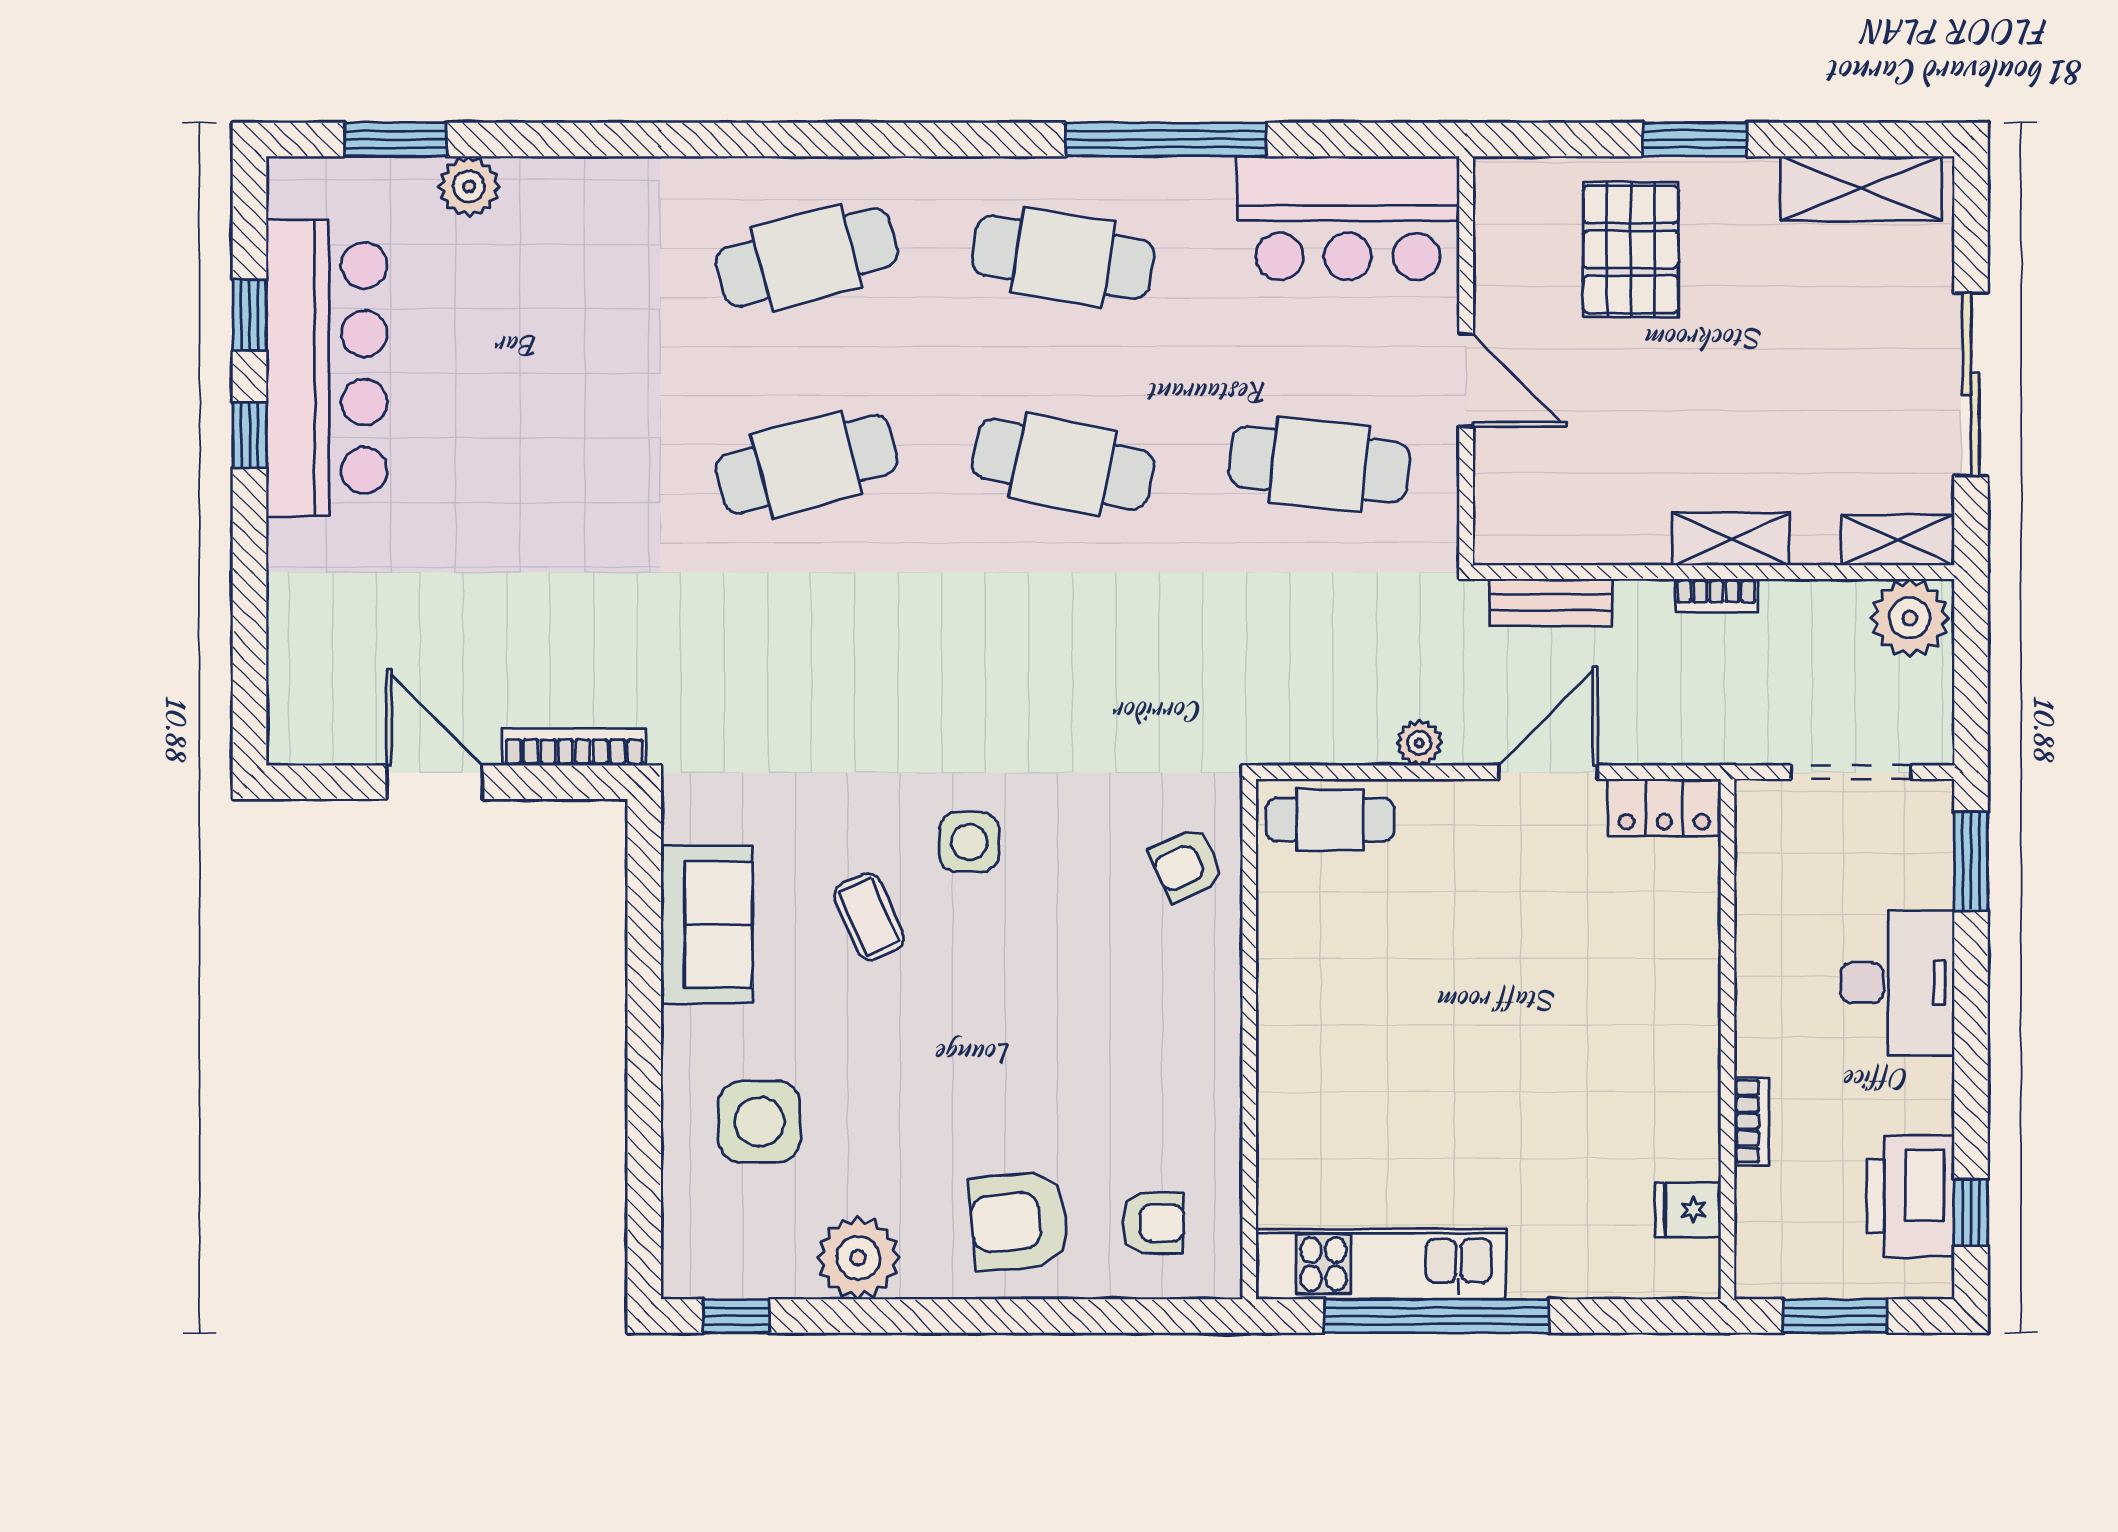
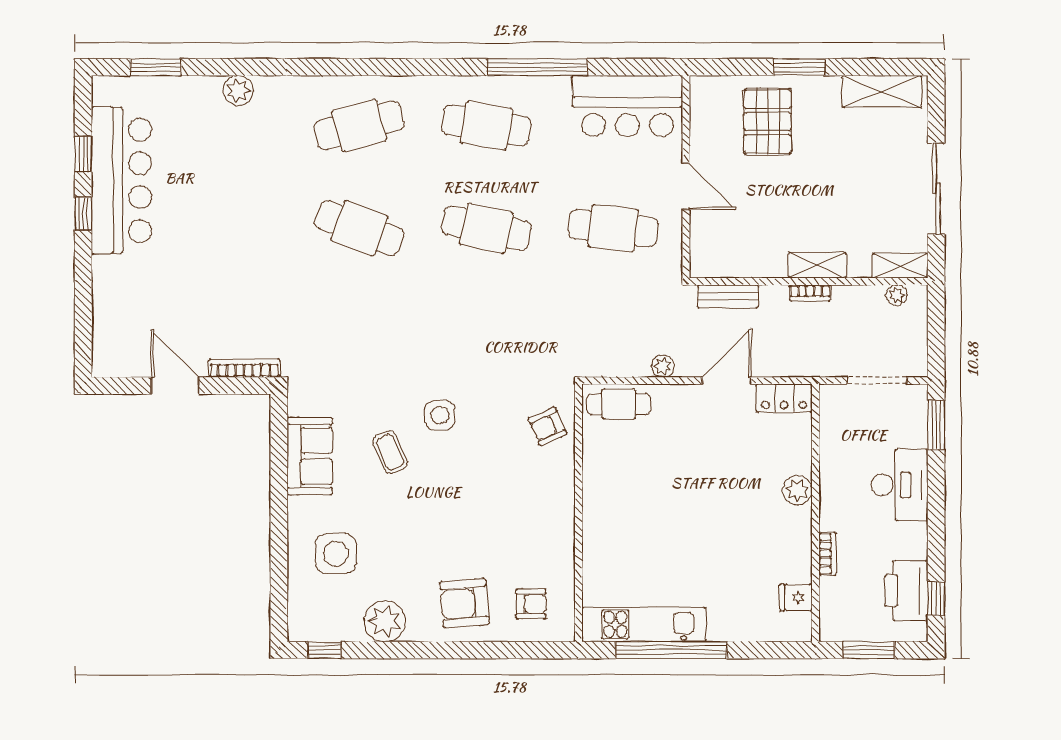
plant: (469, 186) -> (238, 90), moved
cafe table: (807, 464) -> (359, 228), turned 36
plant: (1910, 618) -> (897, 295), width x0.53, depth x0.53
plant: (1691, 994) -> (797, 490), added

